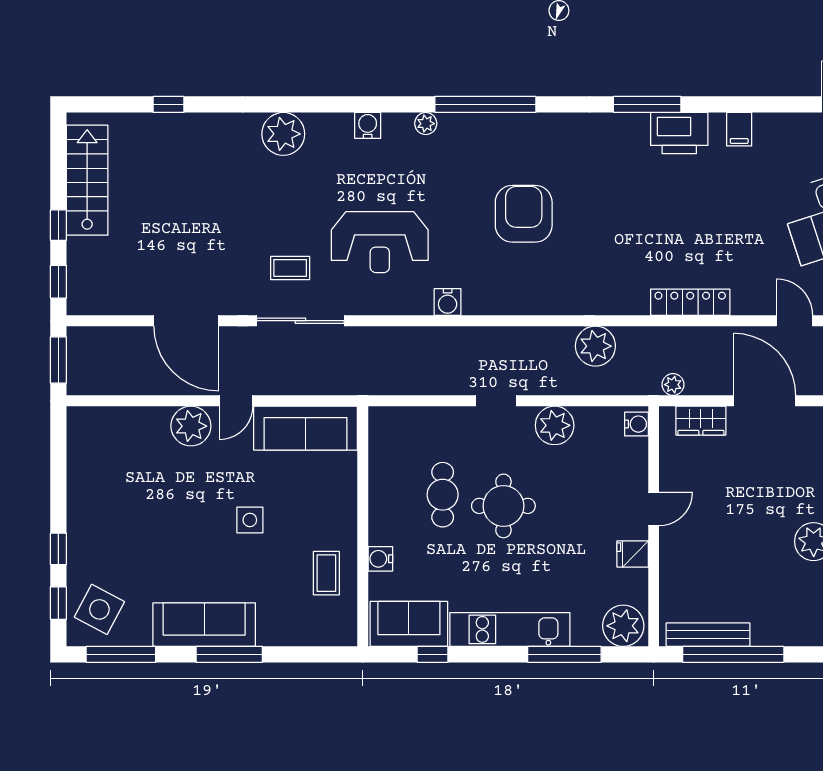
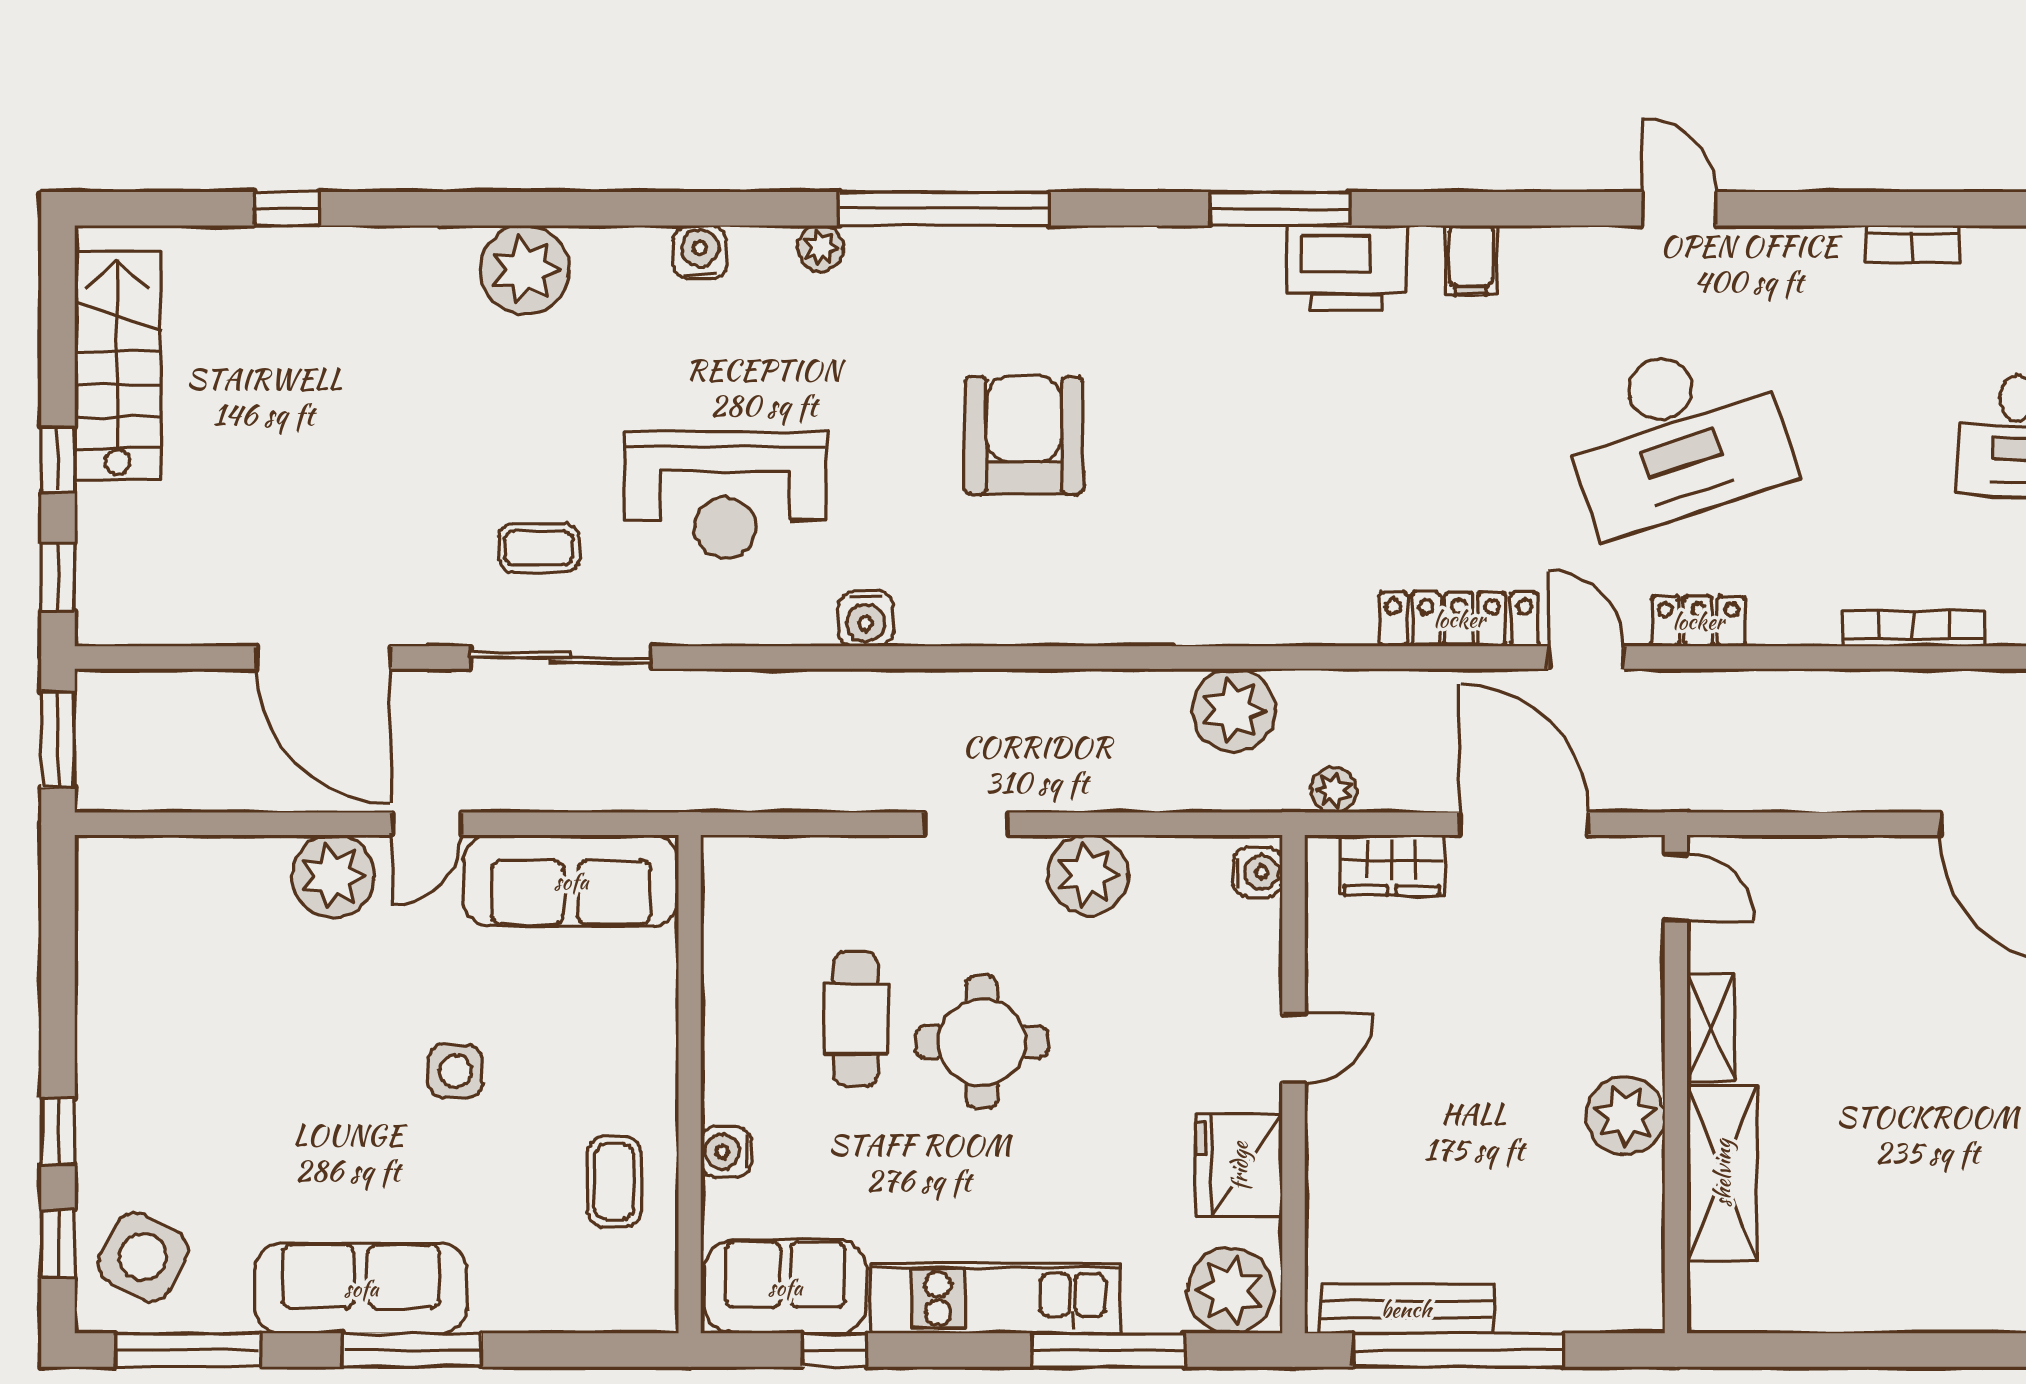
locker: (690, 302) -> (1459, 619), moved
plant: (595, 346) -> (1234, 710), moved
fridge: (633, 554) -> (1239, 1166), width x1.88, depth x1.34

